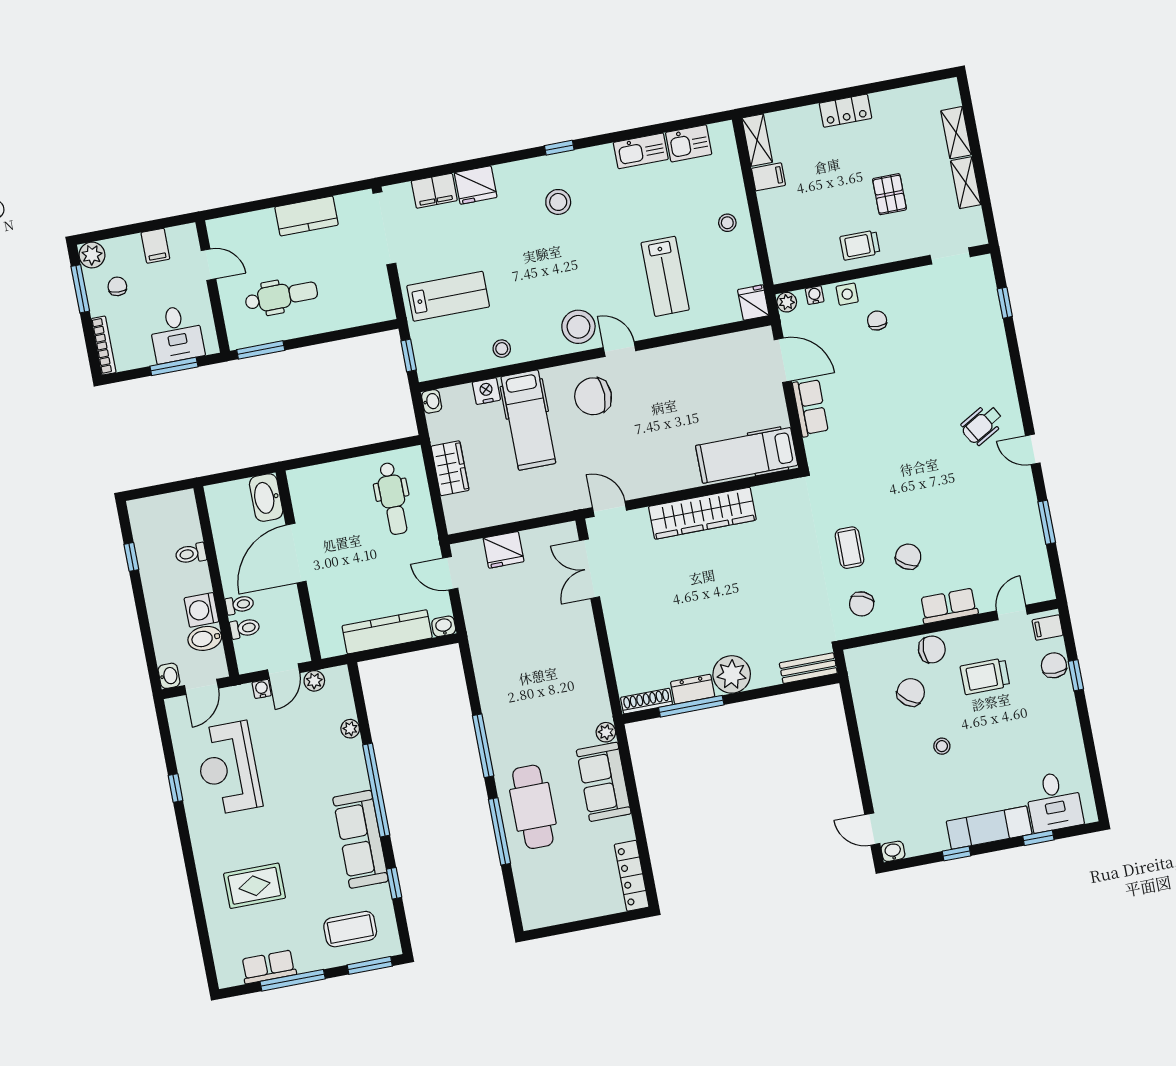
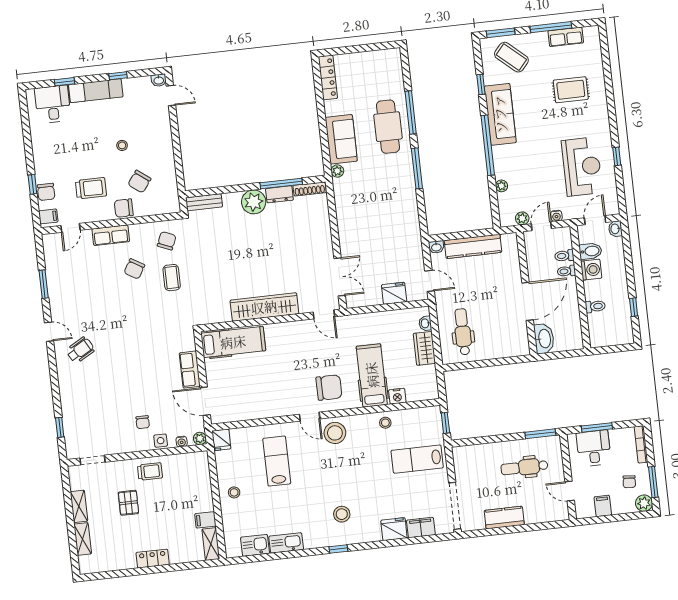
washbasin: (432, 401) -> (425, 323), moved
coffee table: (350, 929) -> (511, 57), turned 41

